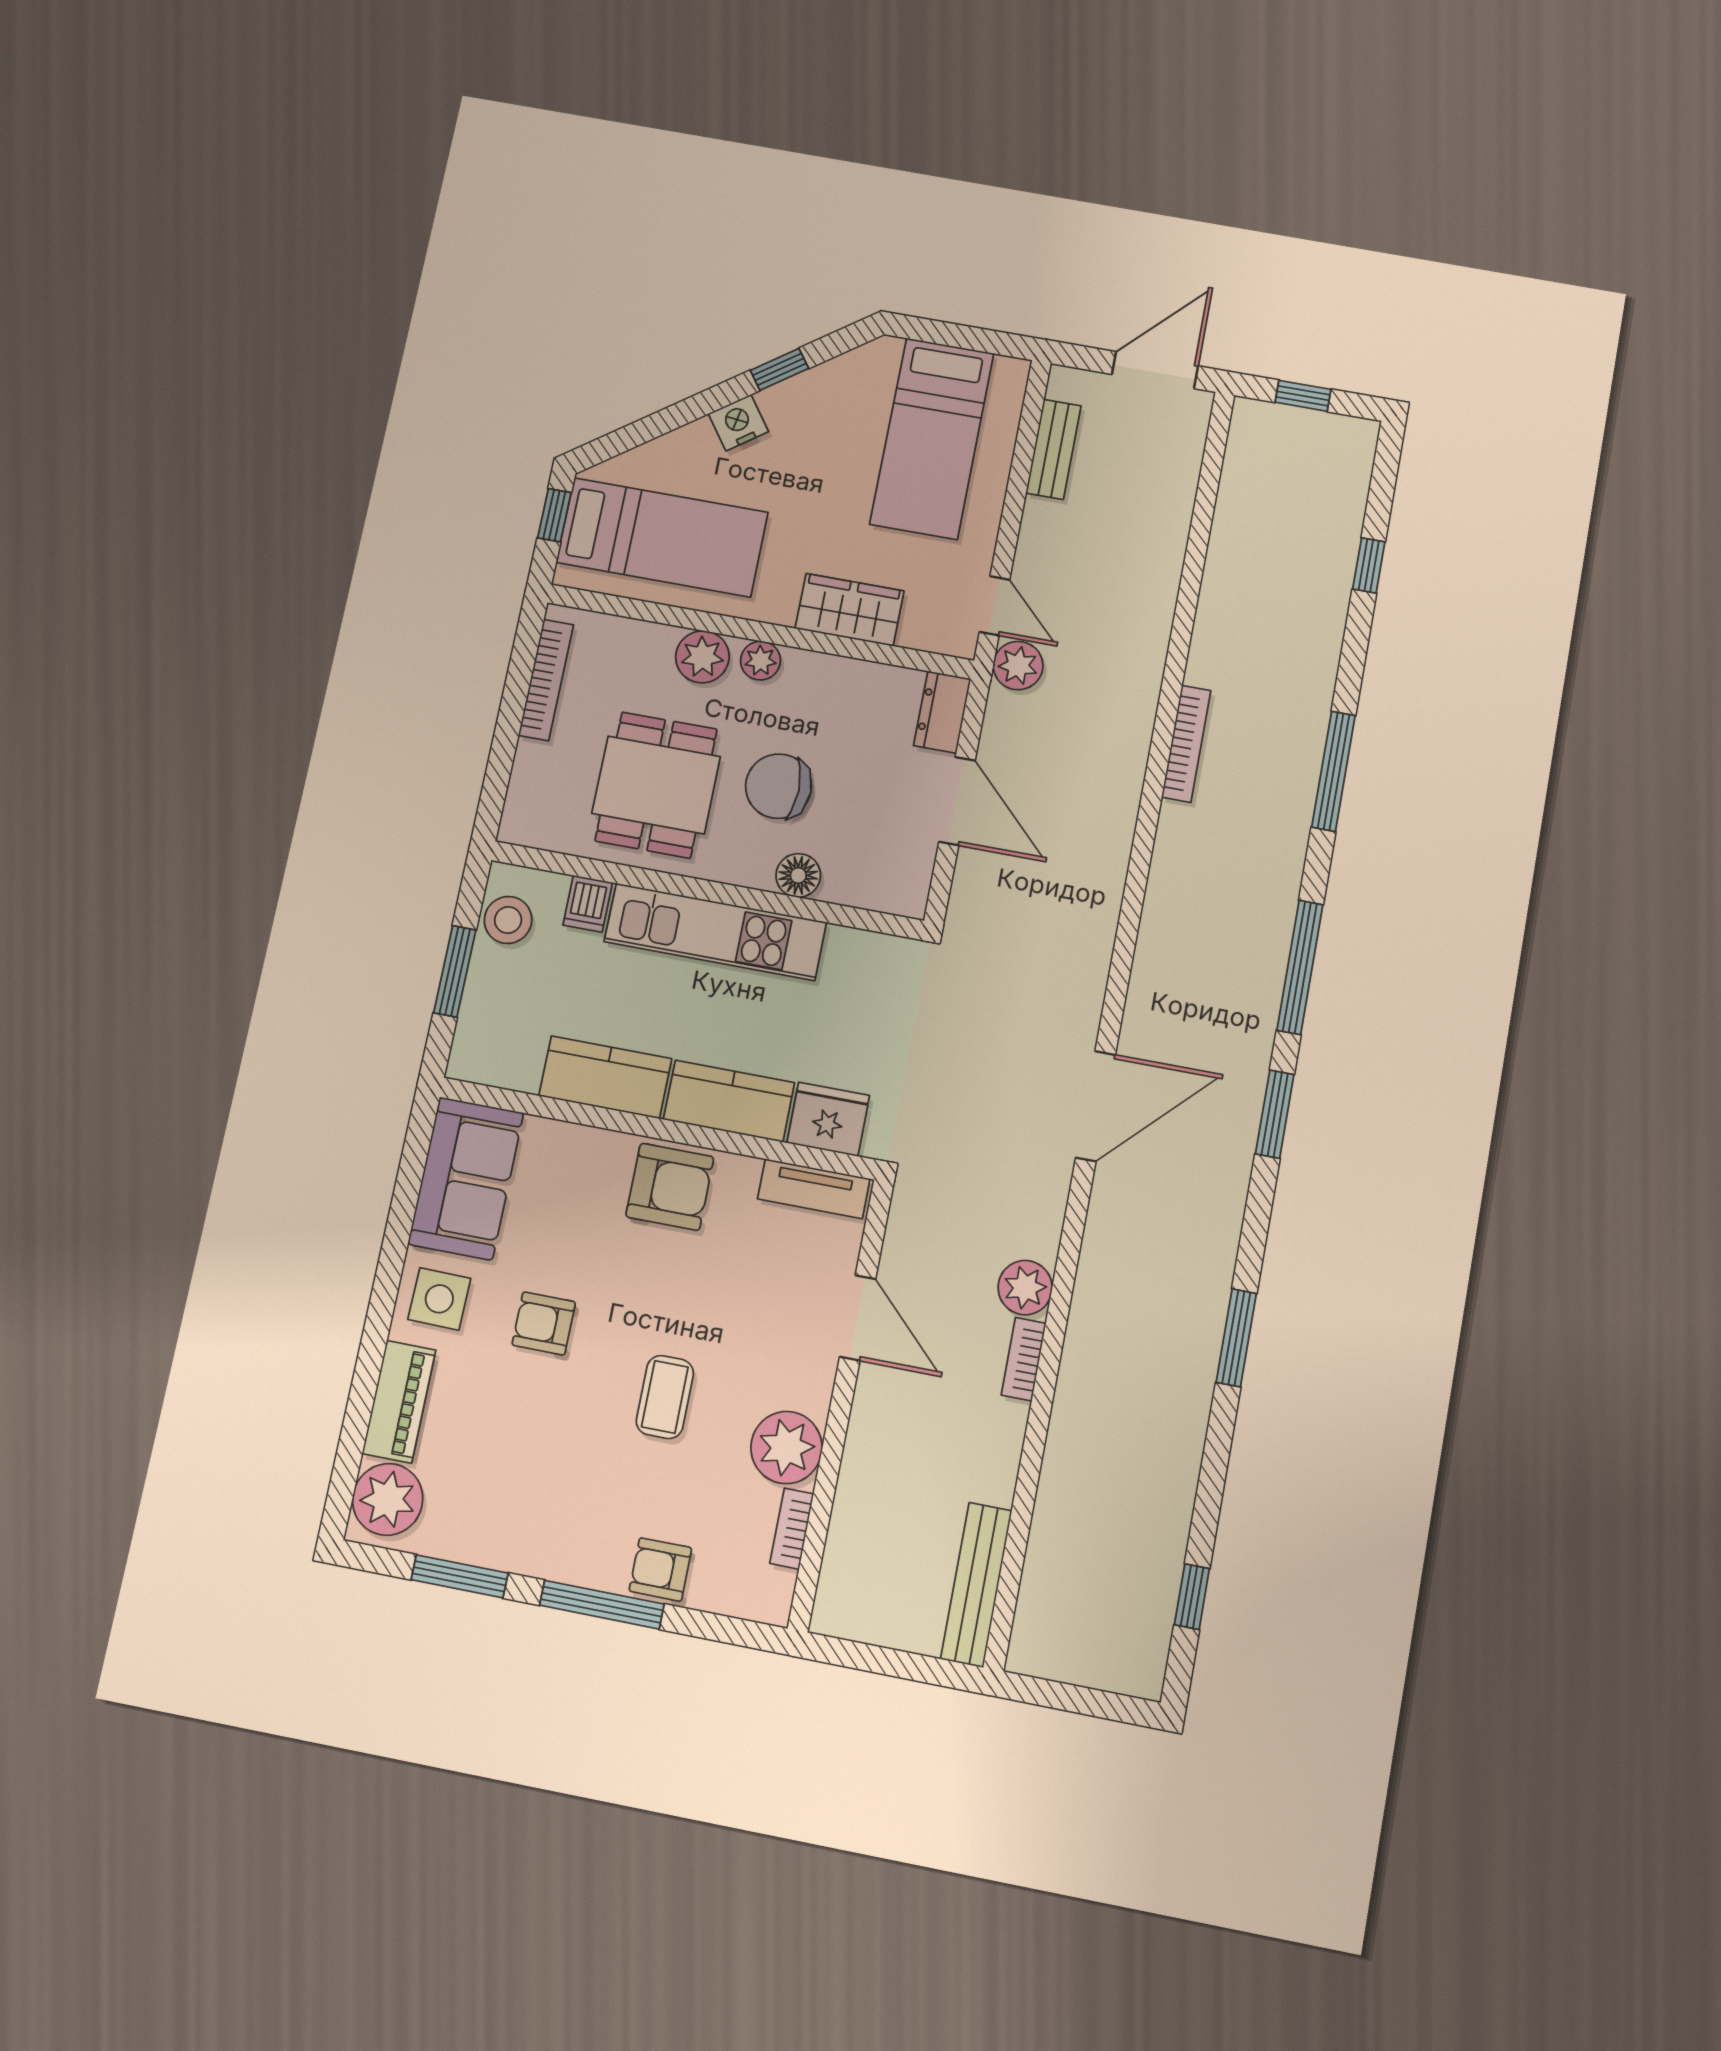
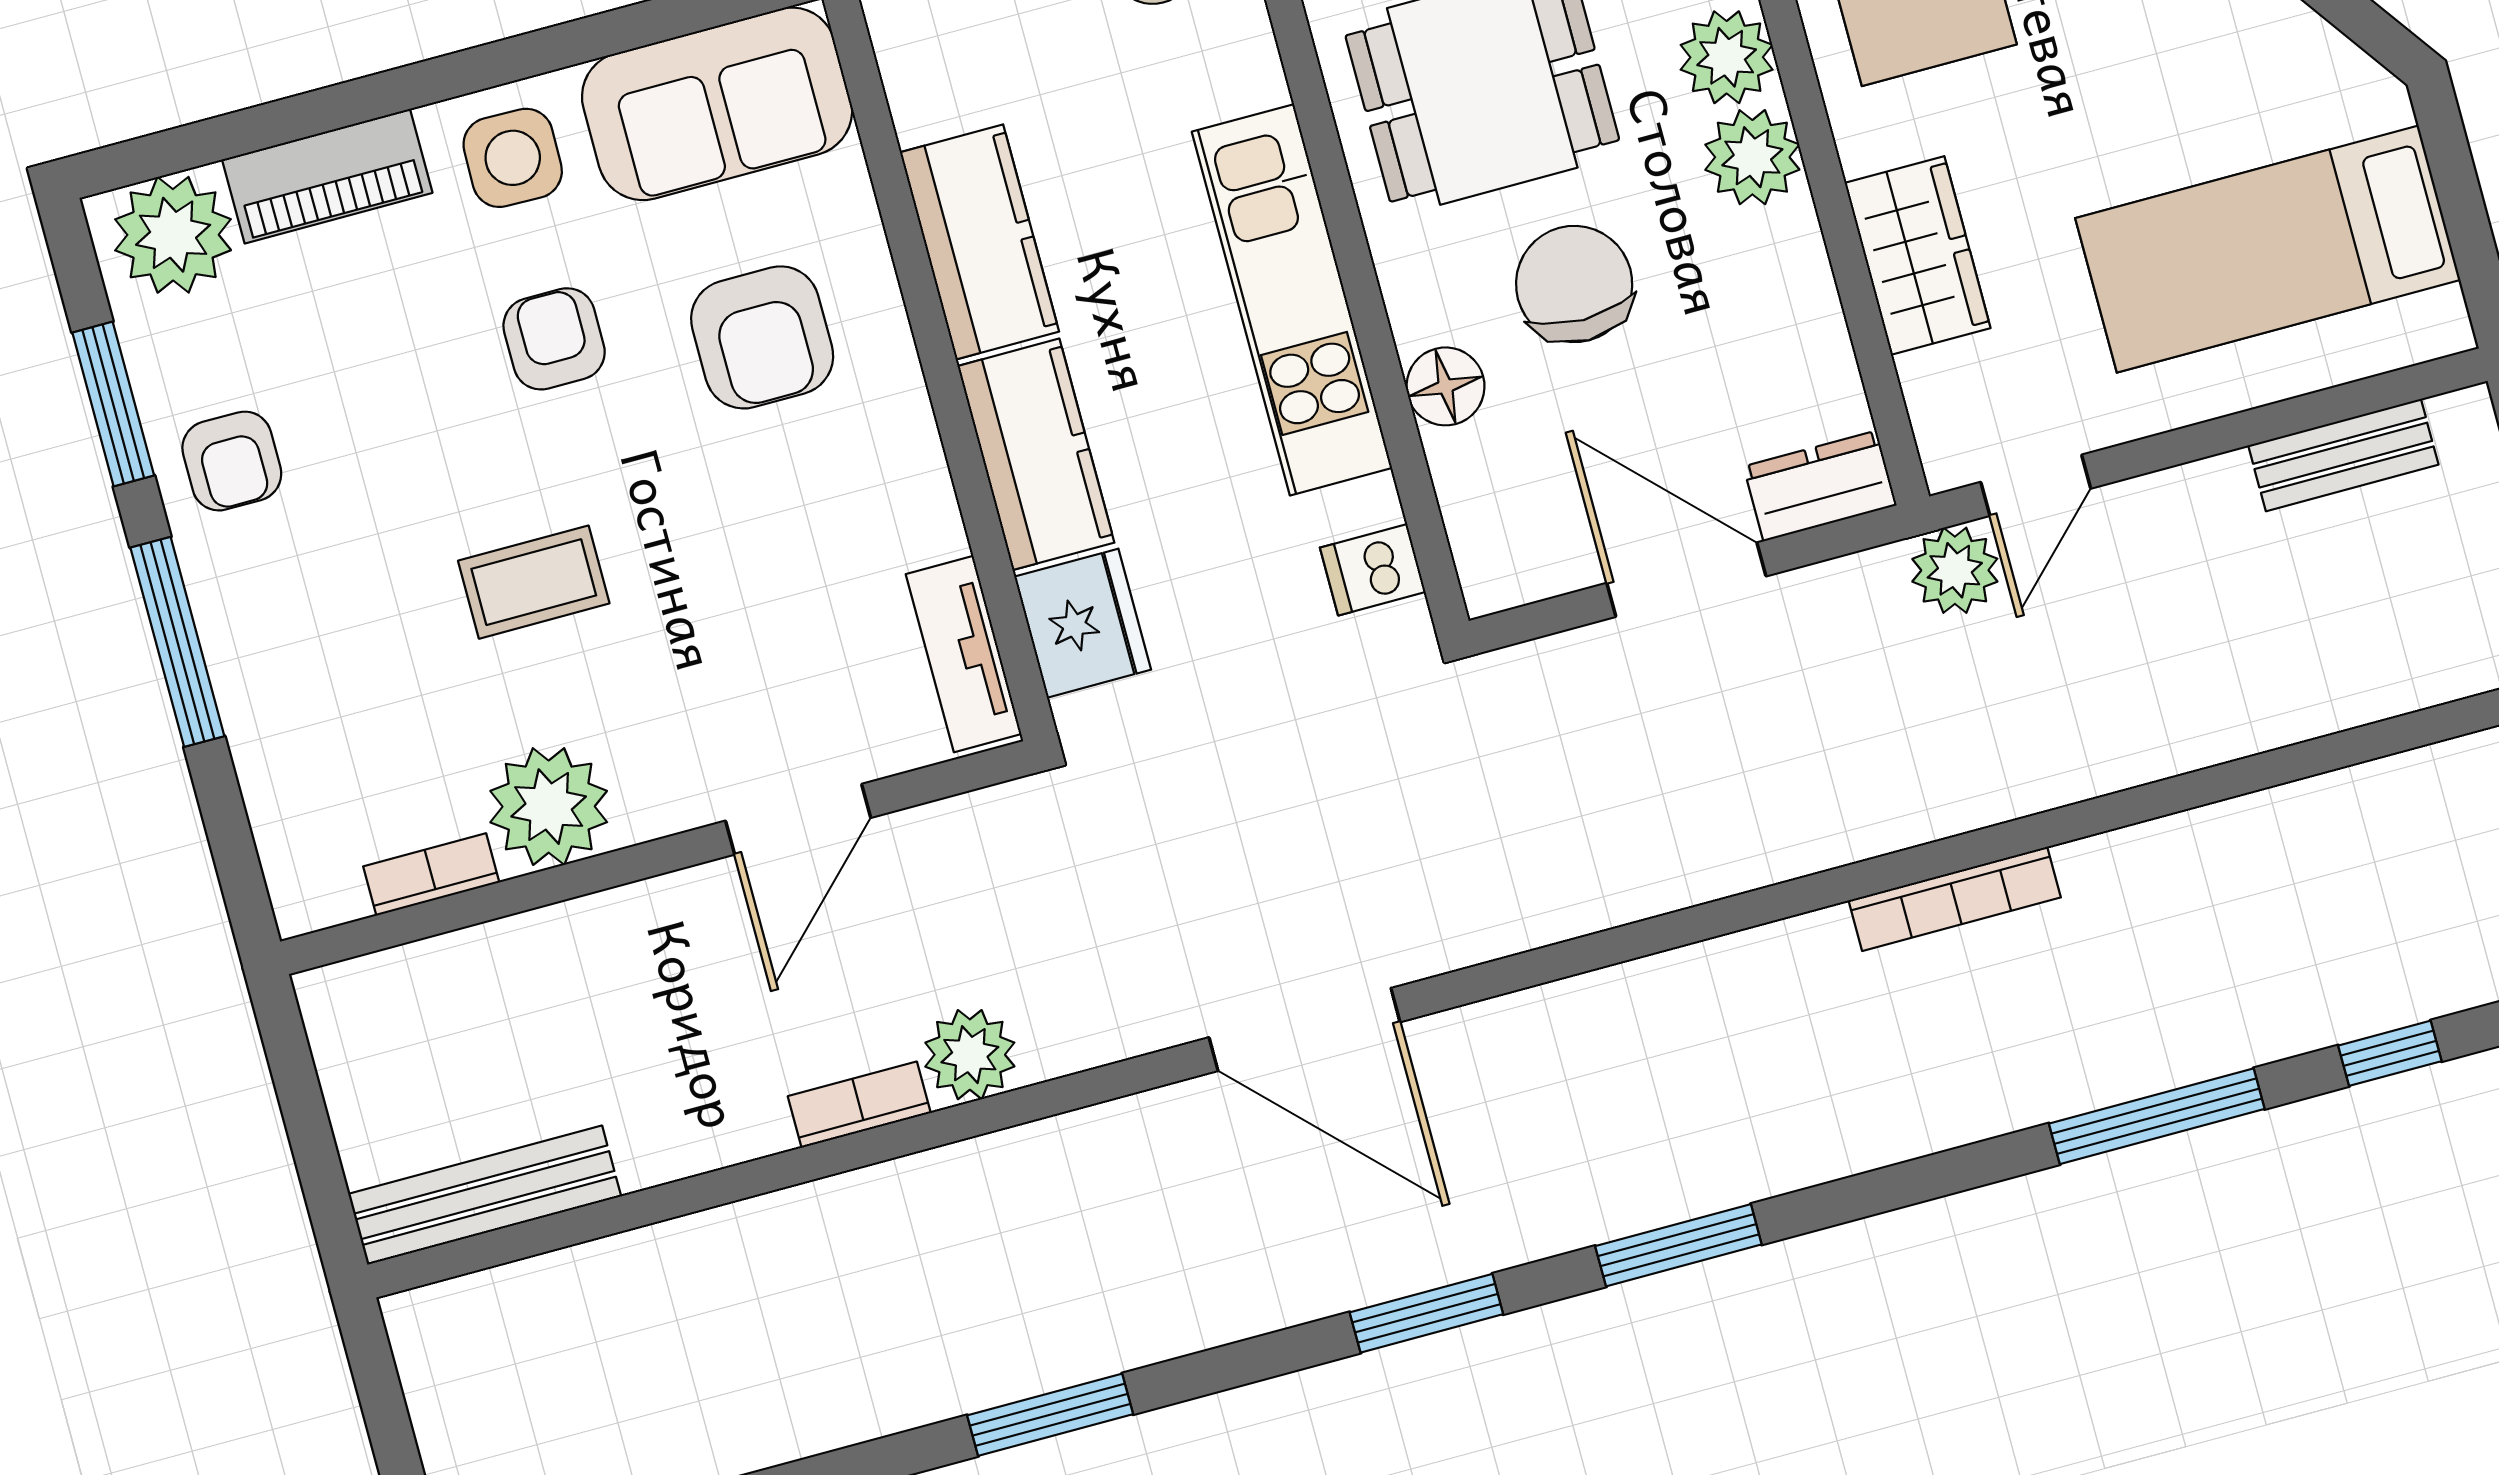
plant: (760, 661) -> (1752, 157), width x1.38, depth x1.38
window: (1333, 771) -> (2157, 1116), moved
door: (957, 801) -> (1686, 580), swing flipped
dishwasher: (588, 904) -> (1373, 570), moved
window: (1300, 967) -> (1678, 1245), width x0.69
armchair: (670, 1187) -> (762, 337), moved
armchair: (660, 1569) -> (232, 461), moved, turned 180

